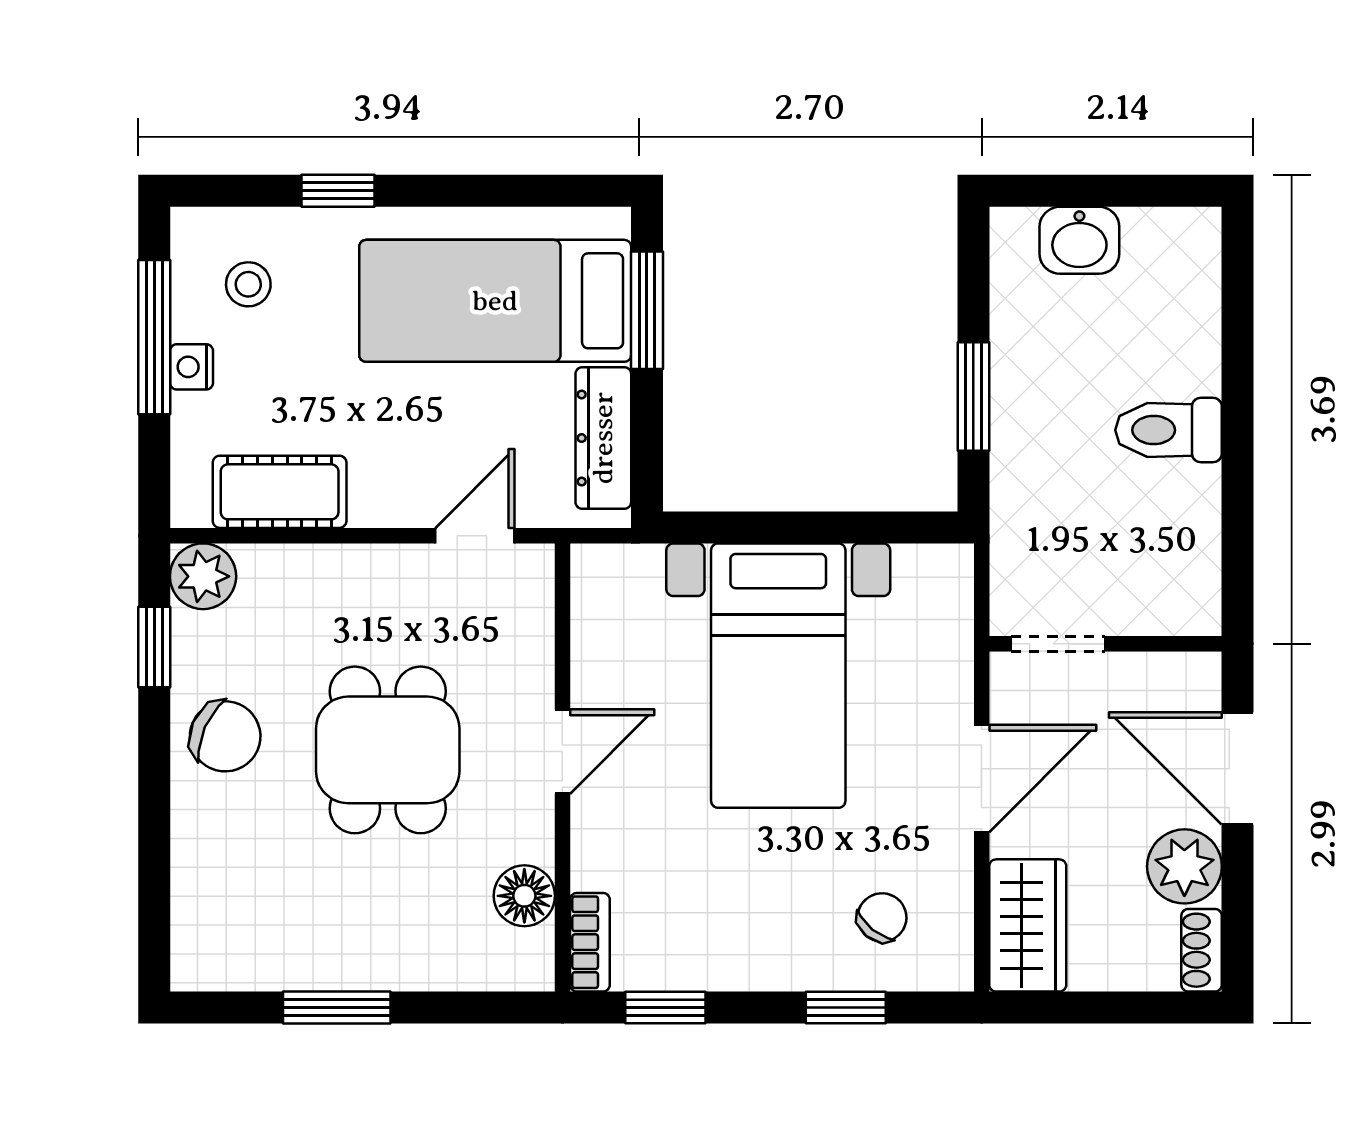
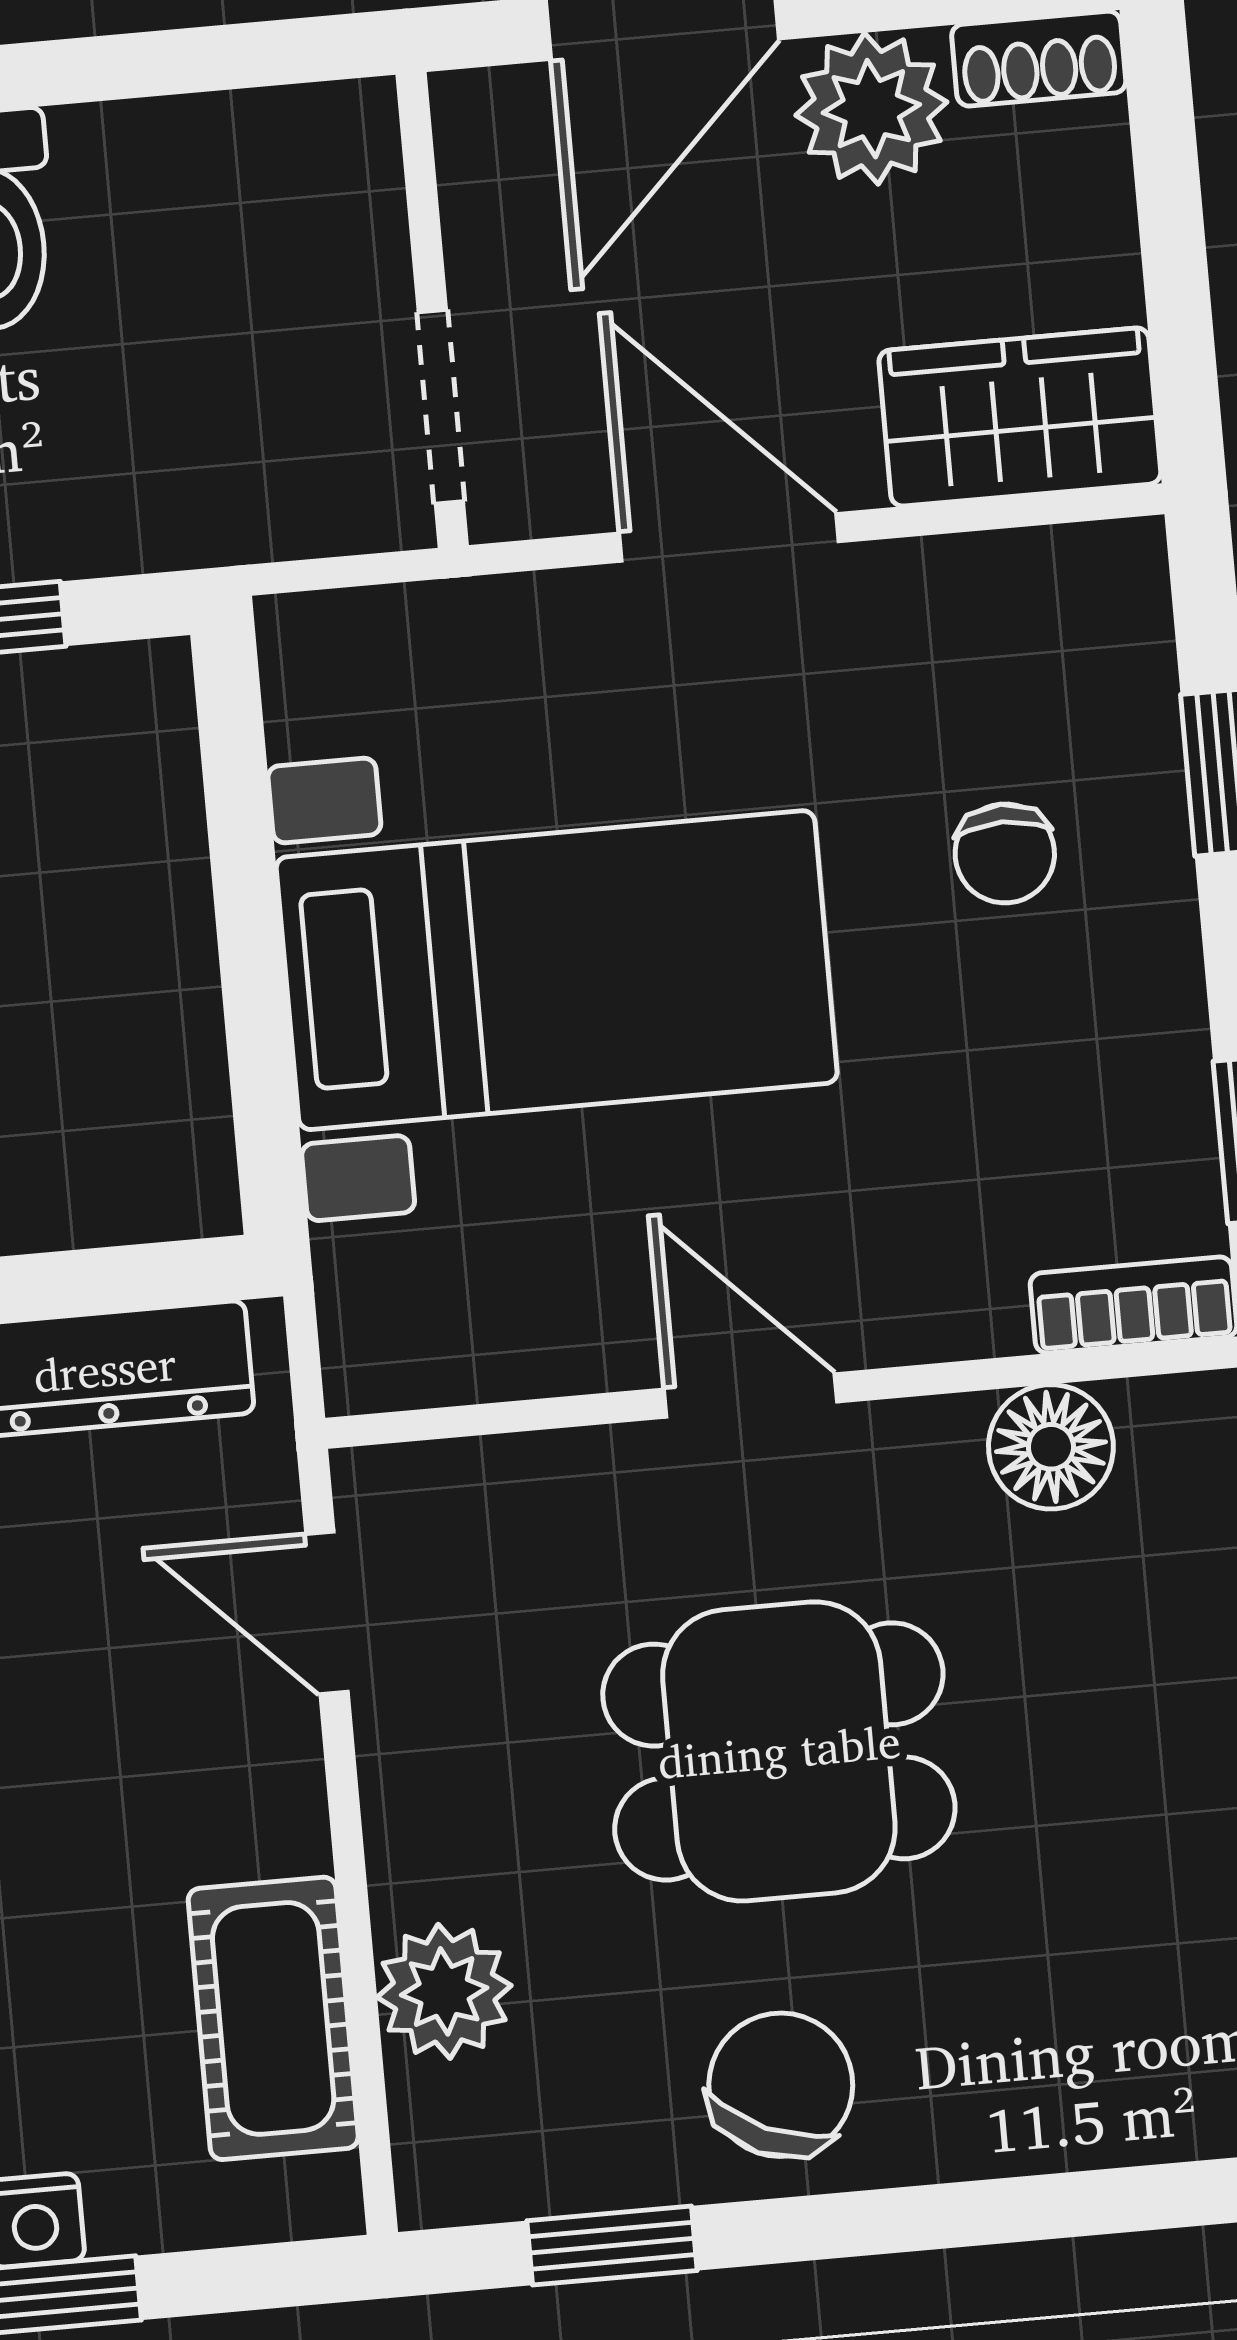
plant: (203, 576) -> (444, 1991), moved
chair: (882, 917) -> (1005, 853), moved, turned -129

